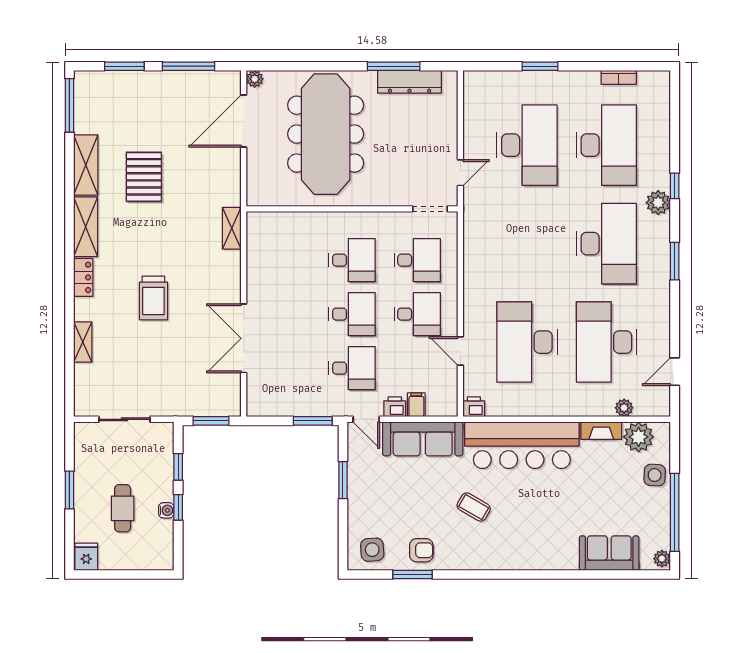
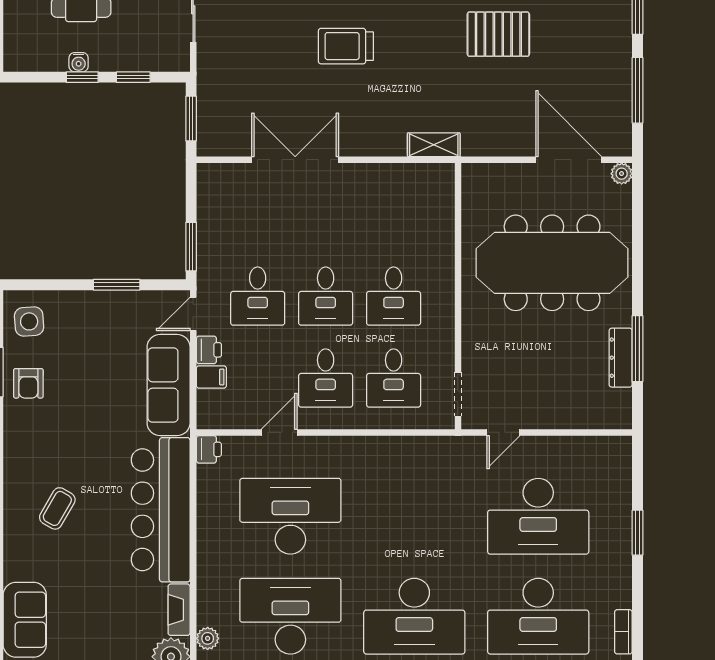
dresser: (410, 82) -> (621, 358), width x0.73, depth x0.80
door: (460, 173) -> (503, 432), hinge flipped
coffee table: (474, 507) -> (57, 508), moved

